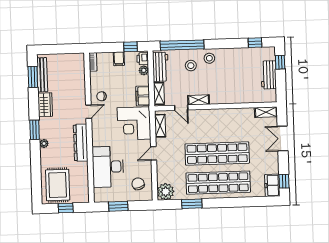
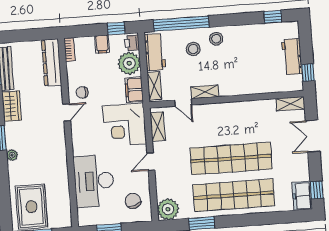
window: (280, 62) -> (308, 73), moved
plant: (144, 70) -> (129, 63), width x1.87, depth x1.87
dresser: (81, 143) -> (52, 63), moved

